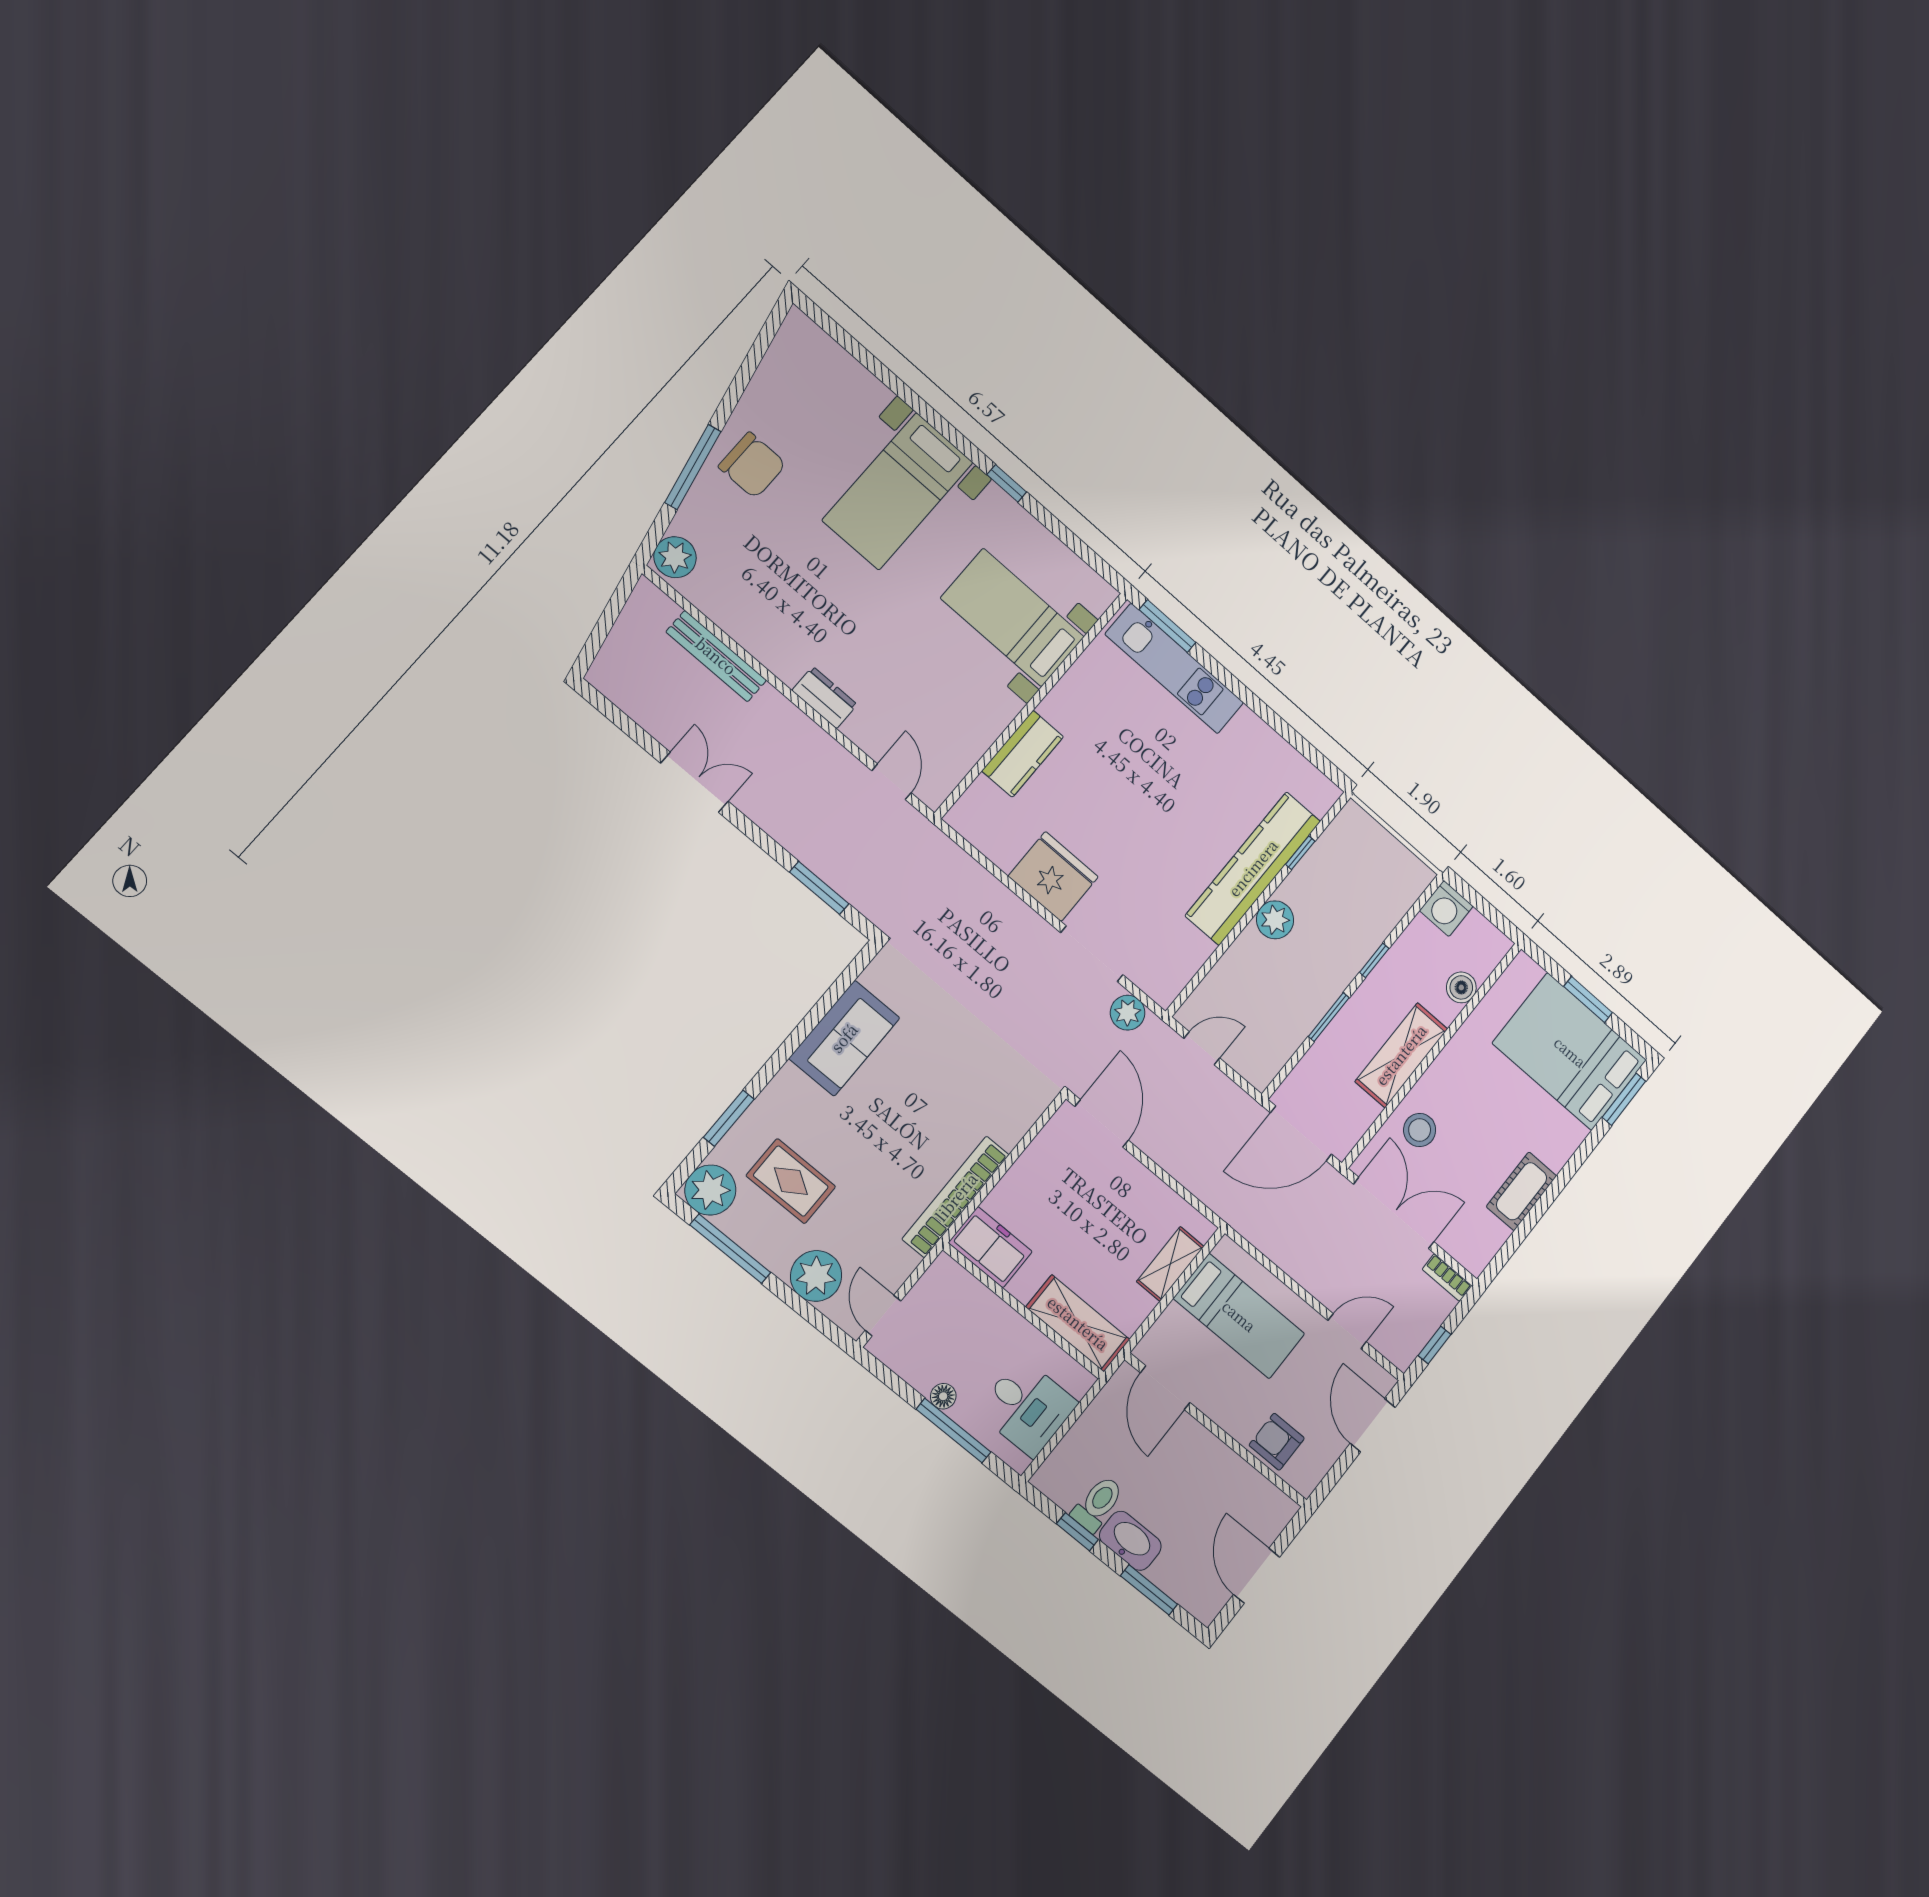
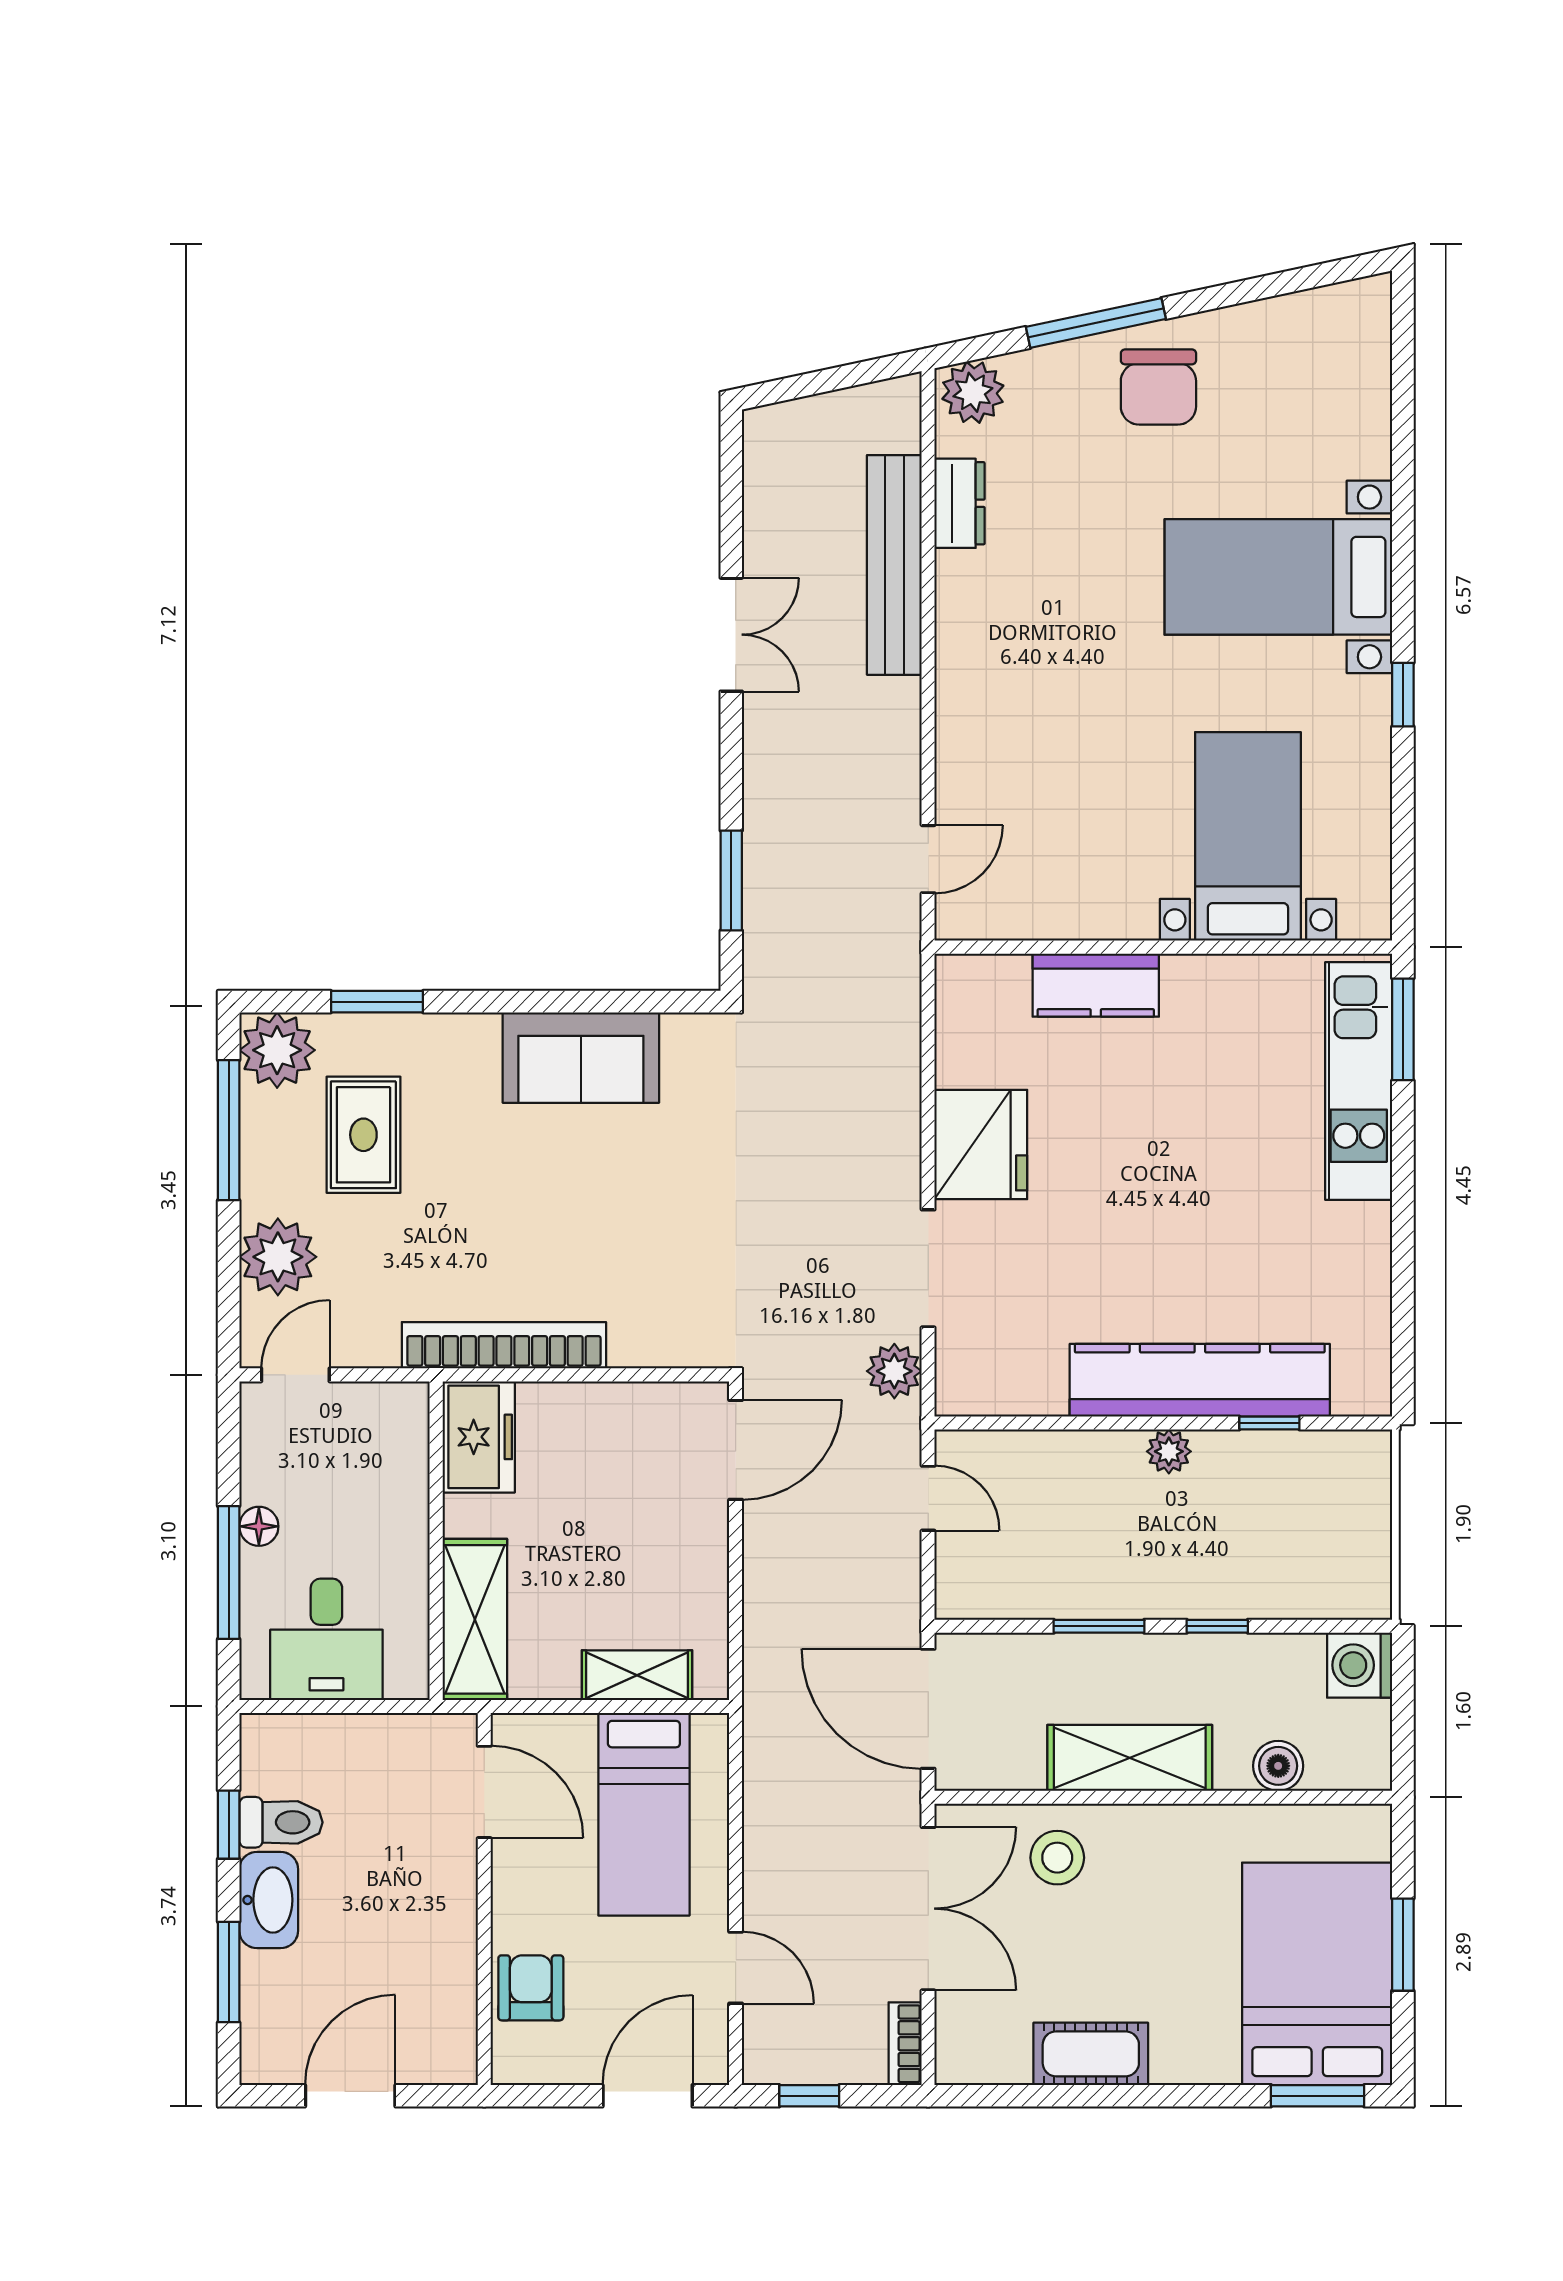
bench: (716, 656) -> (894, 565), width x1.37, depth x1.21
dresser: (825, 698) -> (960, 503), moved
plant: (1275, 920) -> (1169, 1451), width x0.73, depth x0.73
door: (1165, 1388) -> (484, 1792), swing flipped

